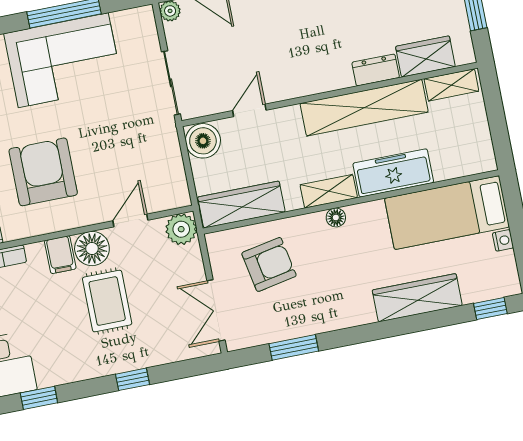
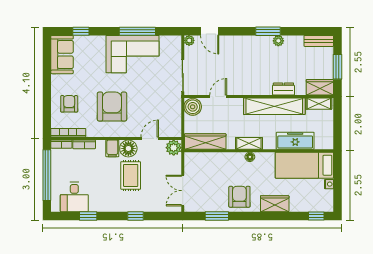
wardrobe: (425, 57) -> (320, 87), moved
freezer: (393, 173) -> (295, 141), moved
armchair: (269, 264) -> (239, 197), moved, turned -79
wardrobe: (417, 298) -> (275, 204), width x0.67

